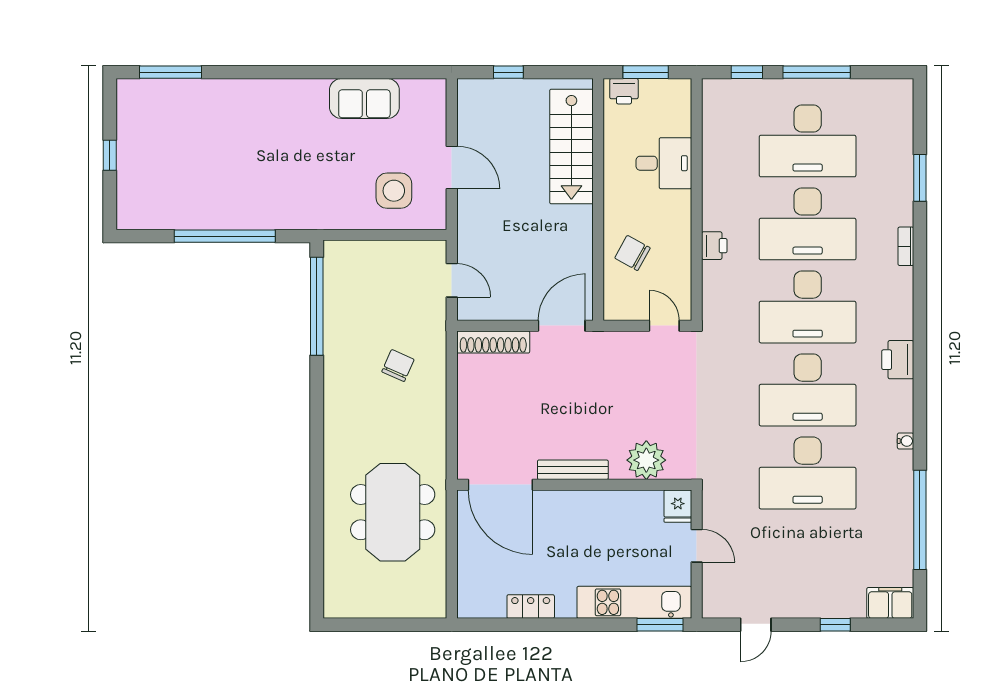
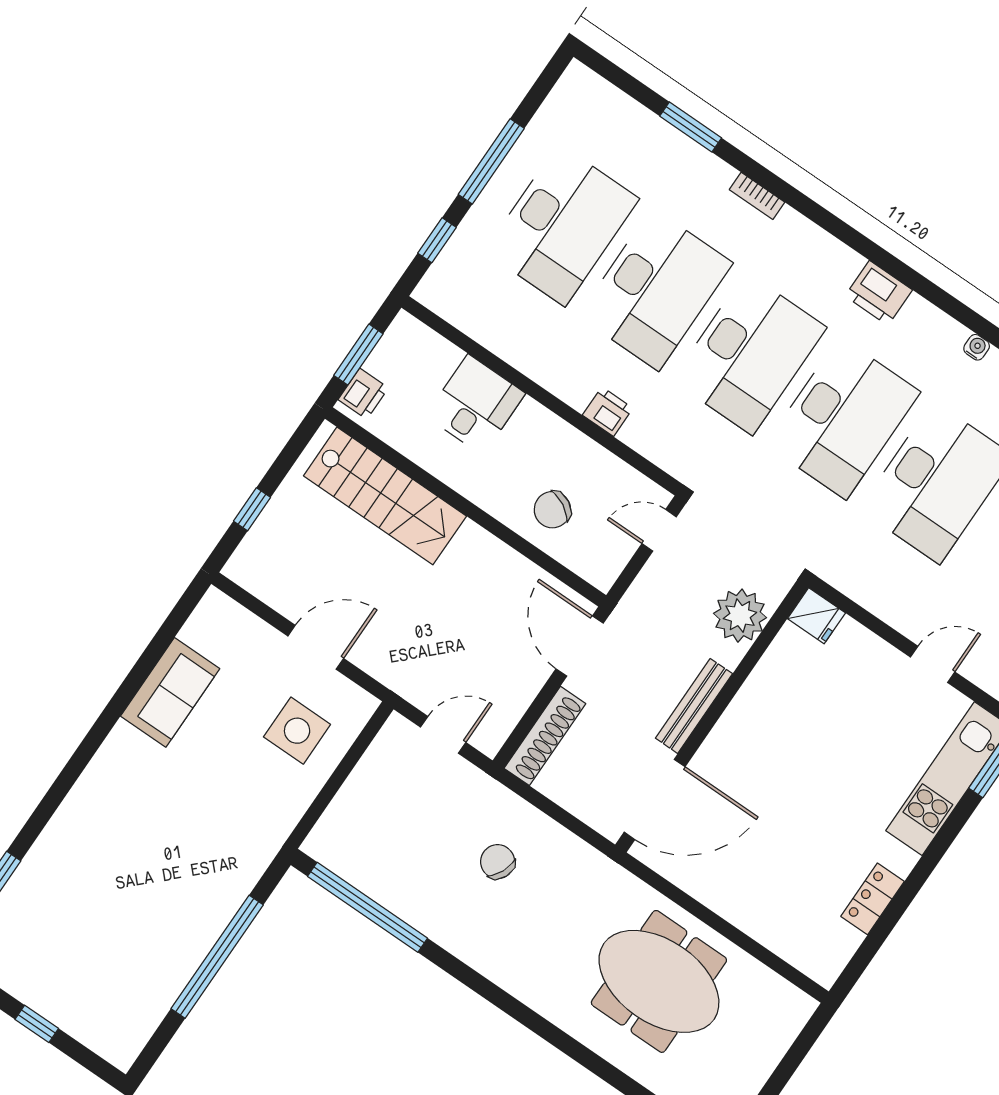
plant: (646, 460) -> (740, 616), moved
bench: (573, 470) -> (694, 706), moved
door: (500, 485) -> (655, 799), moved
wall: (574, 485) -> (712, 716), moved
fridge: (678, 506) -> (816, 616), moved

